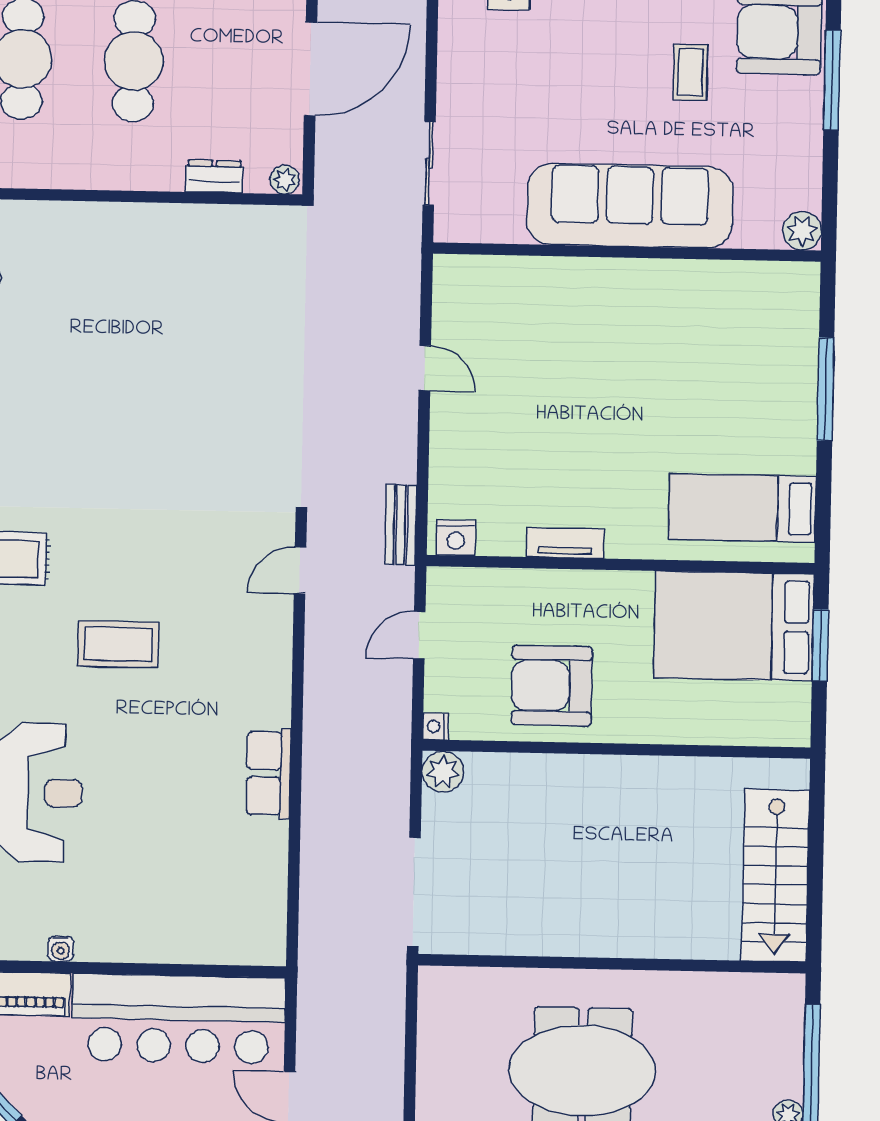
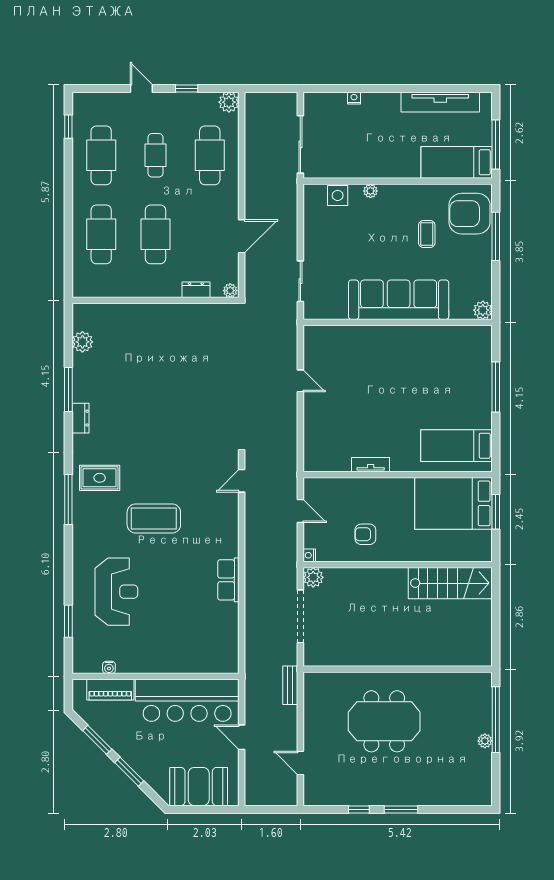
door: (311, 69) -> (242, 236), width x0.73
bench: (401, 525) -> (290, 685), moved
nightstand: (456, 538) -> (317, 463), removed
door: (419, 635) -> (300, 511), swing flipped
coffee table: (118, 644) -> (154, 518), width x1.36, depth x1.32
armchair: (552, 686) -> (365, 534), width x0.53, depth x0.53
stairs: (775, 876) -> (450, 583), moved, turned -90
doorway: (414, 892) -> (300, 616), moved
water cooler: (61, 949) -> (109, 667), moved

